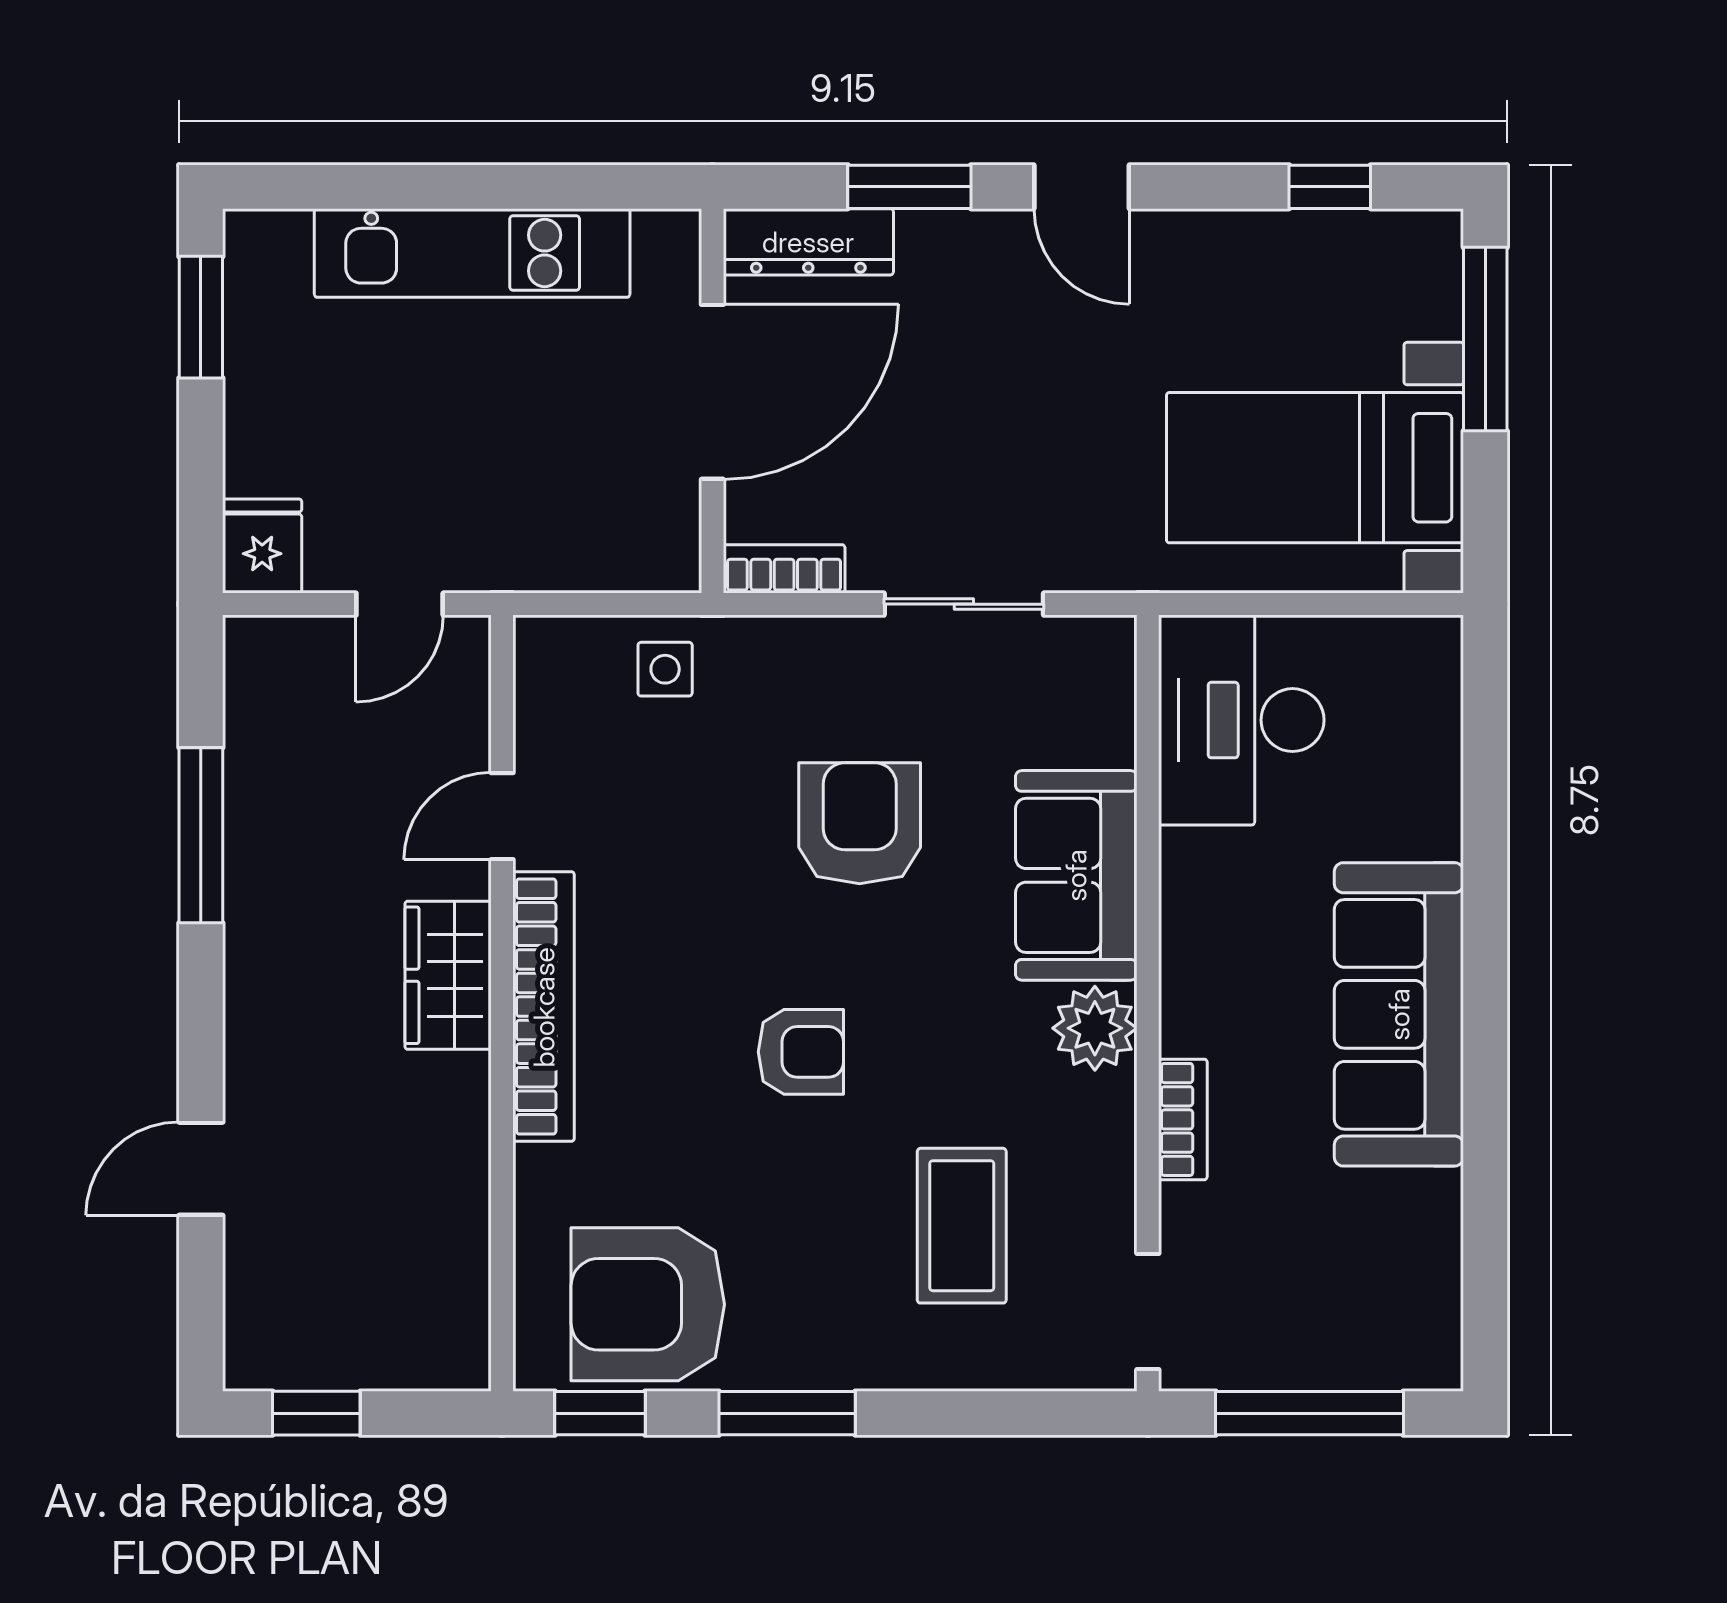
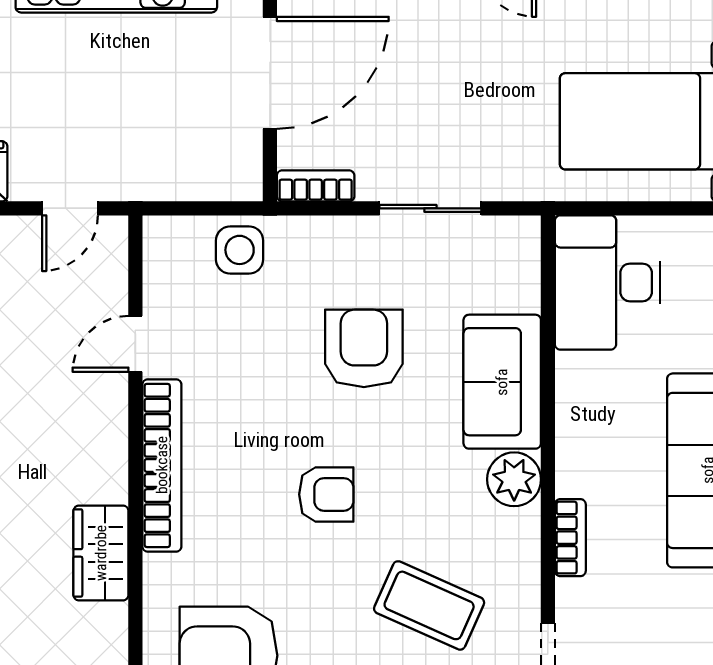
side table: (665, 669) -> (240, 250), width x1.37, depth x1.37
wardrobe: (448, 975) -> (101, 553), moved
coffee table: (962, 1226) -> (429, 605), turned -66

